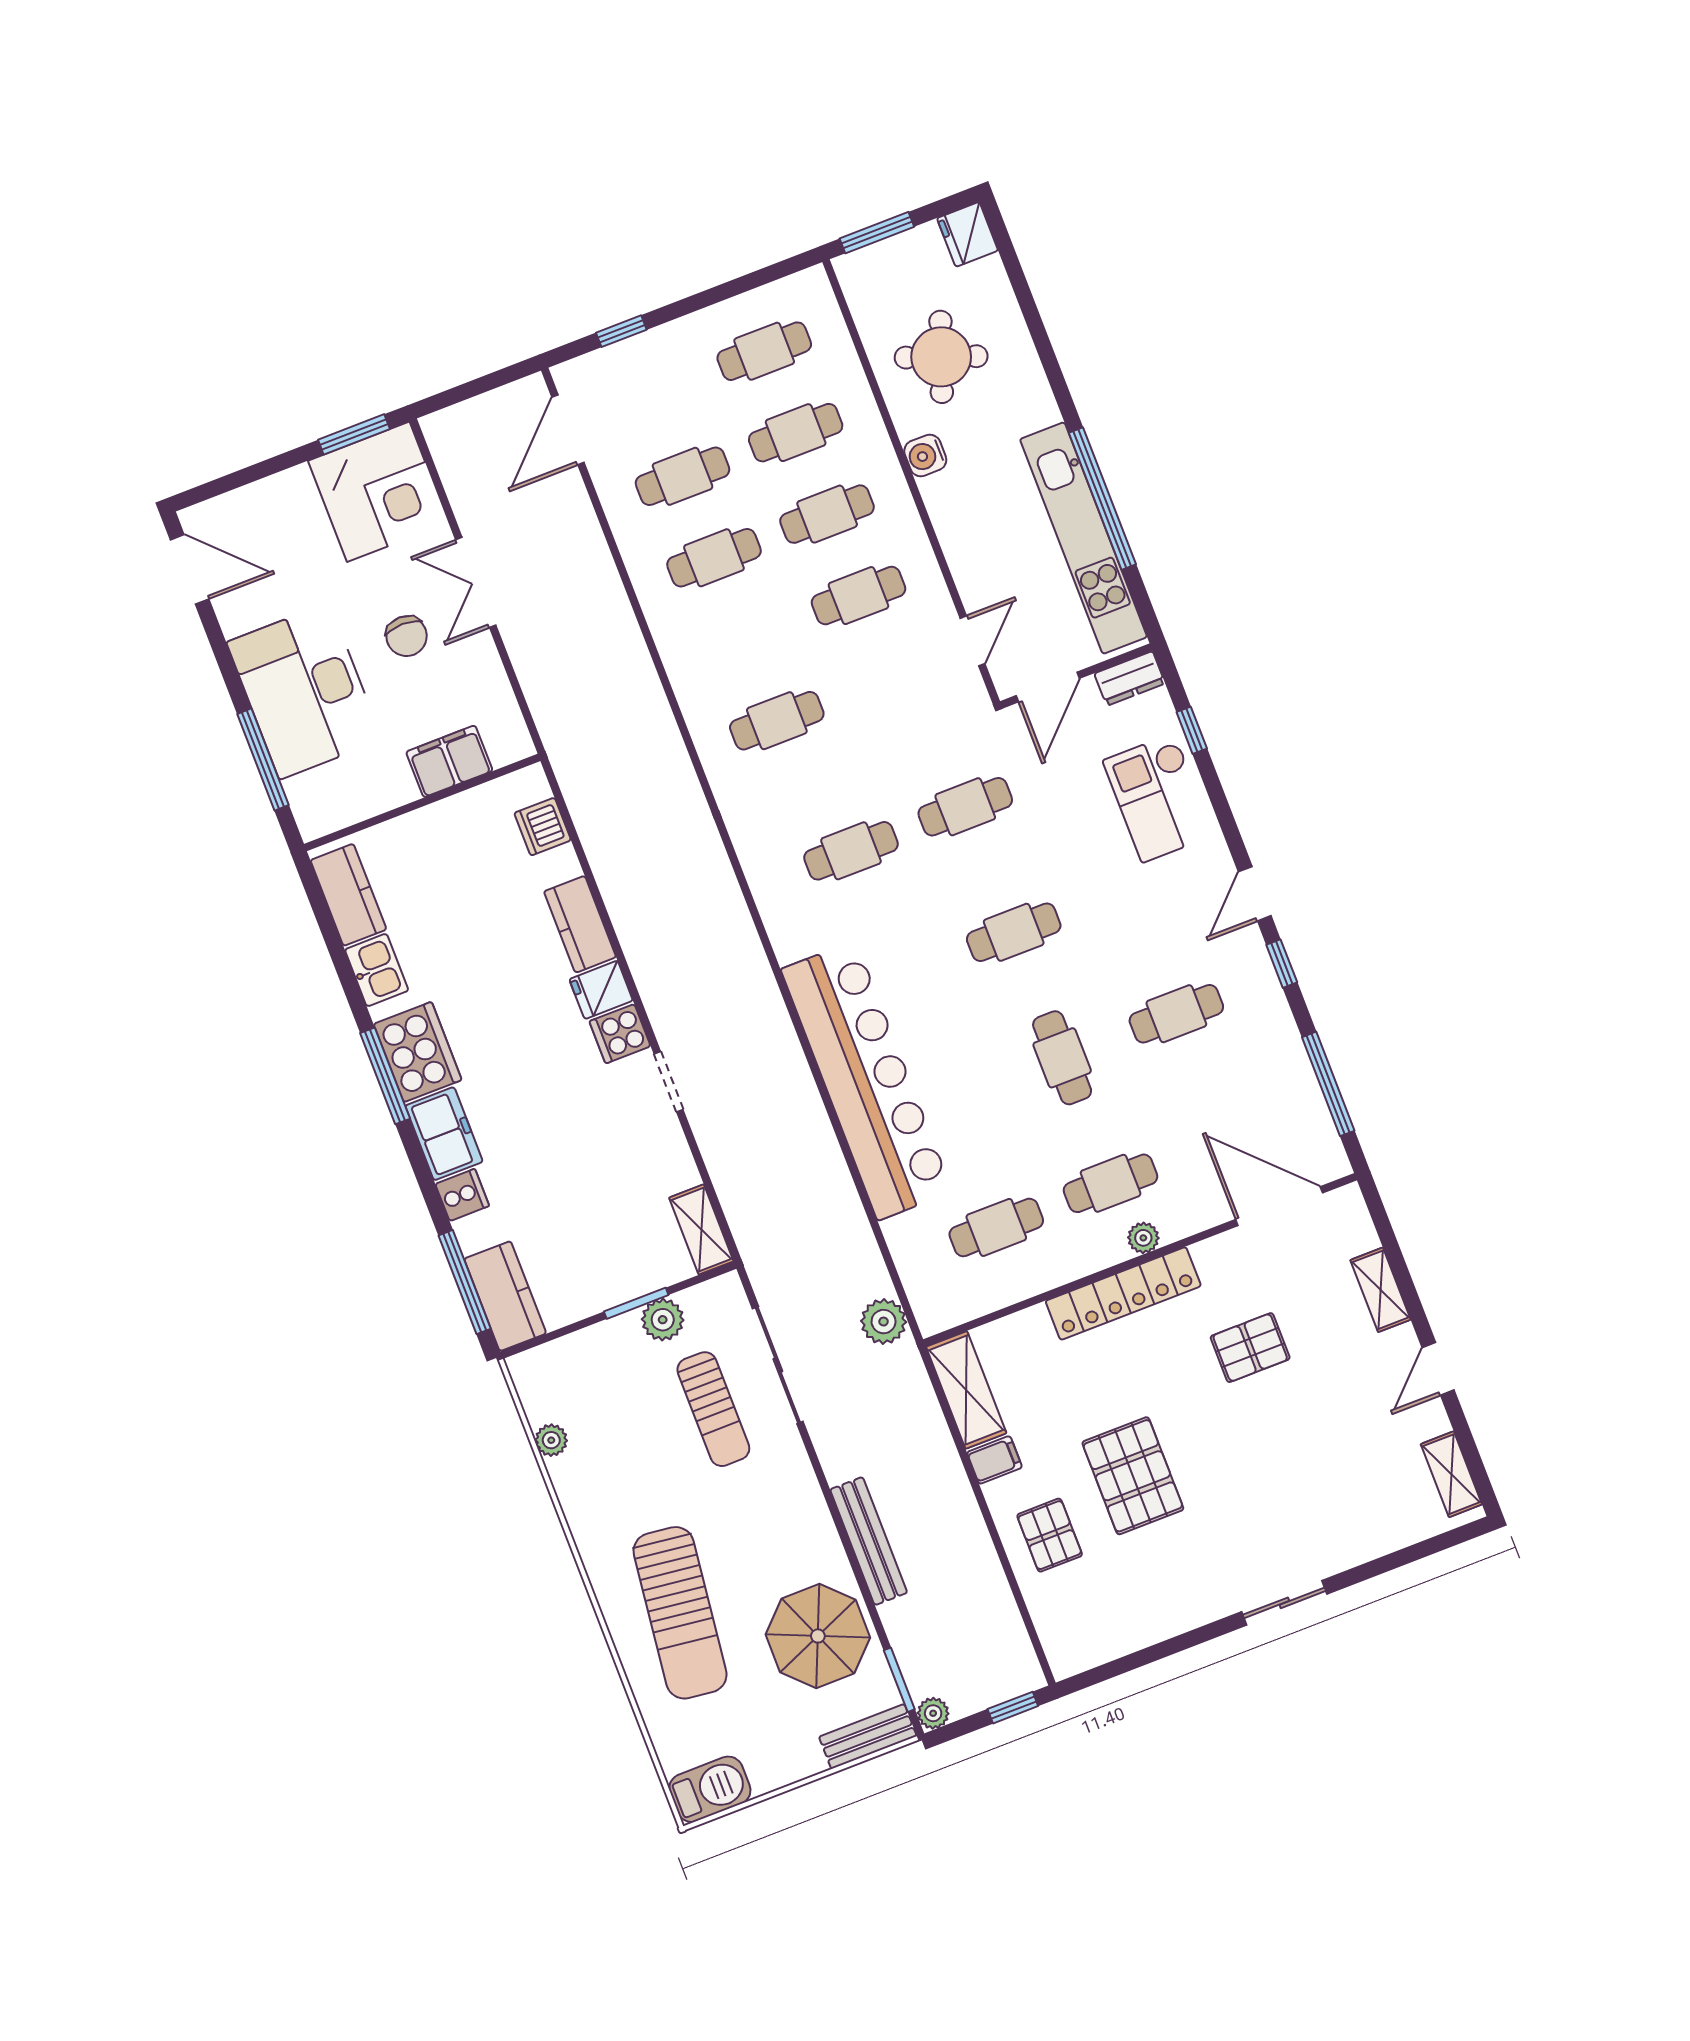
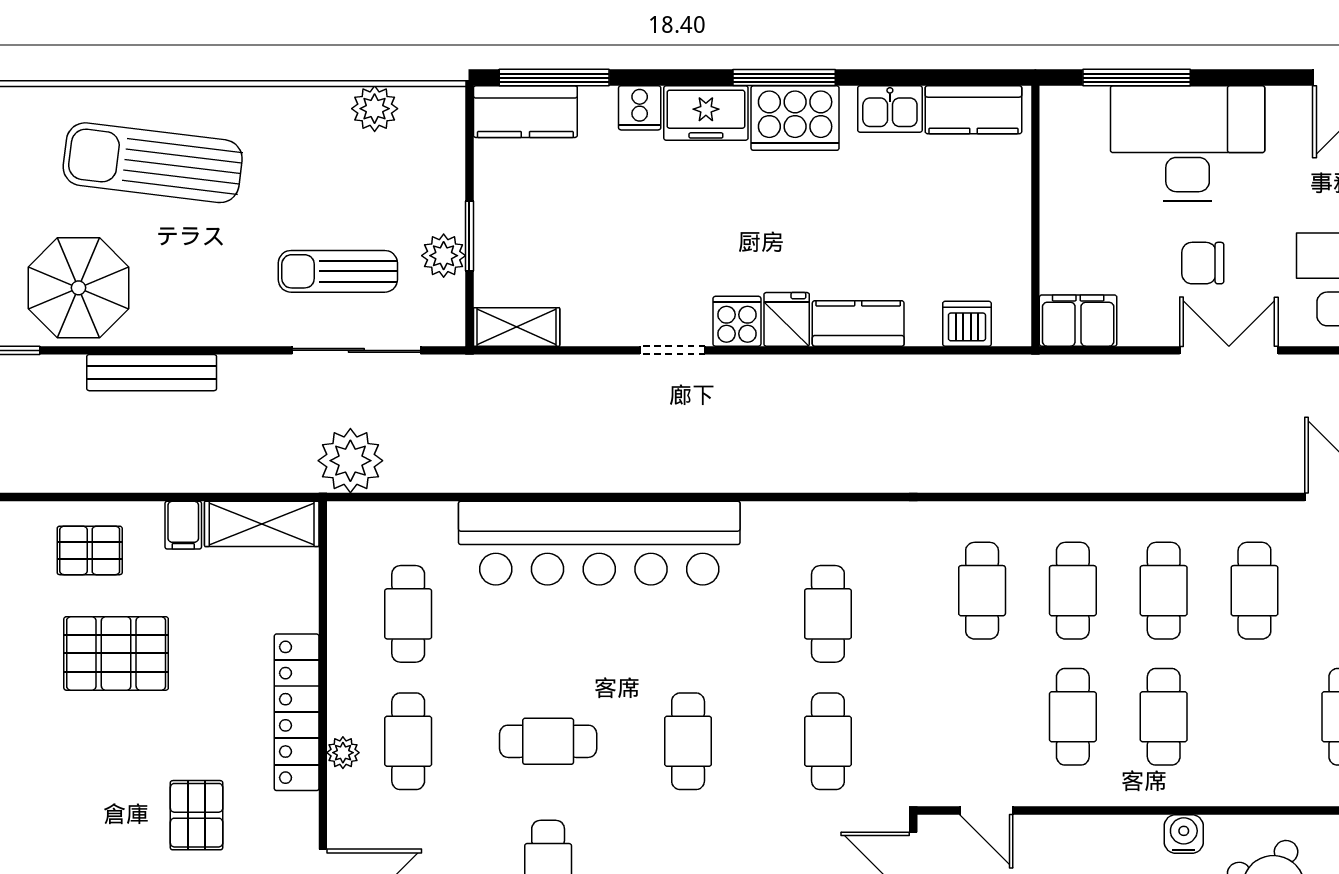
cafe table: (796, 433) -> (1073, 591), moved
filing cabinet: (449, 761) -> (1078, 321), moved, turned -90
plant: (884, 1322) -> (350, 461), width x1.36, depth x1.36
plant: (551, 1440) -> (375, 109), width x1.38, depth x1.38

